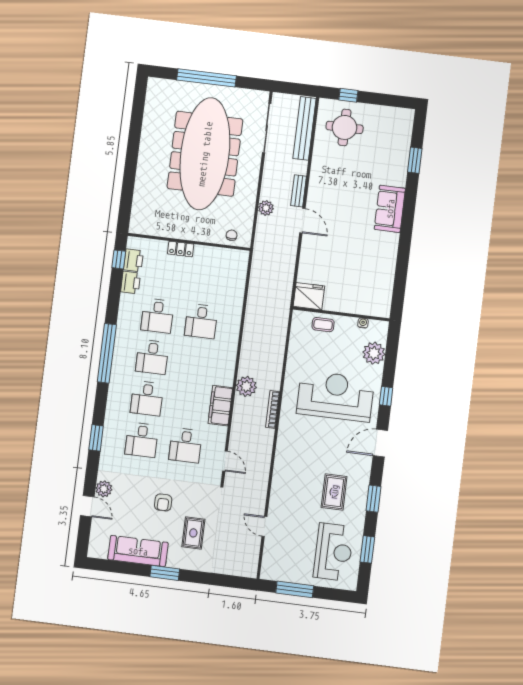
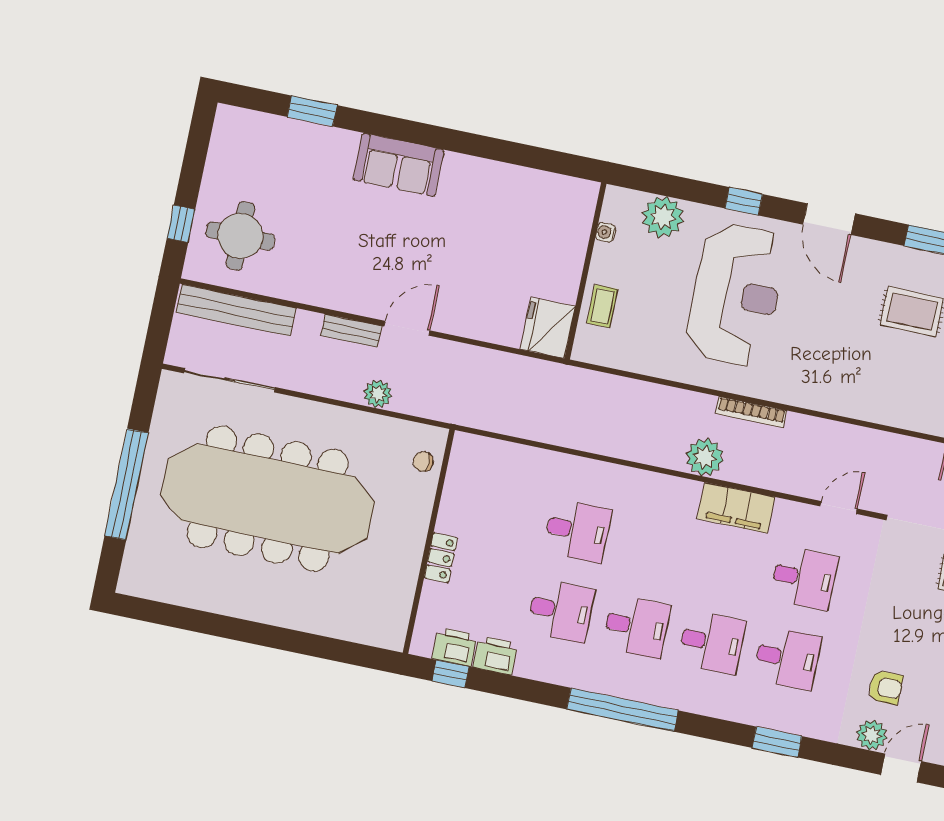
reception desk: (335, 396) -> (736, 294), turned 180
armchair: (163, 502) -> (885, 687), moved

